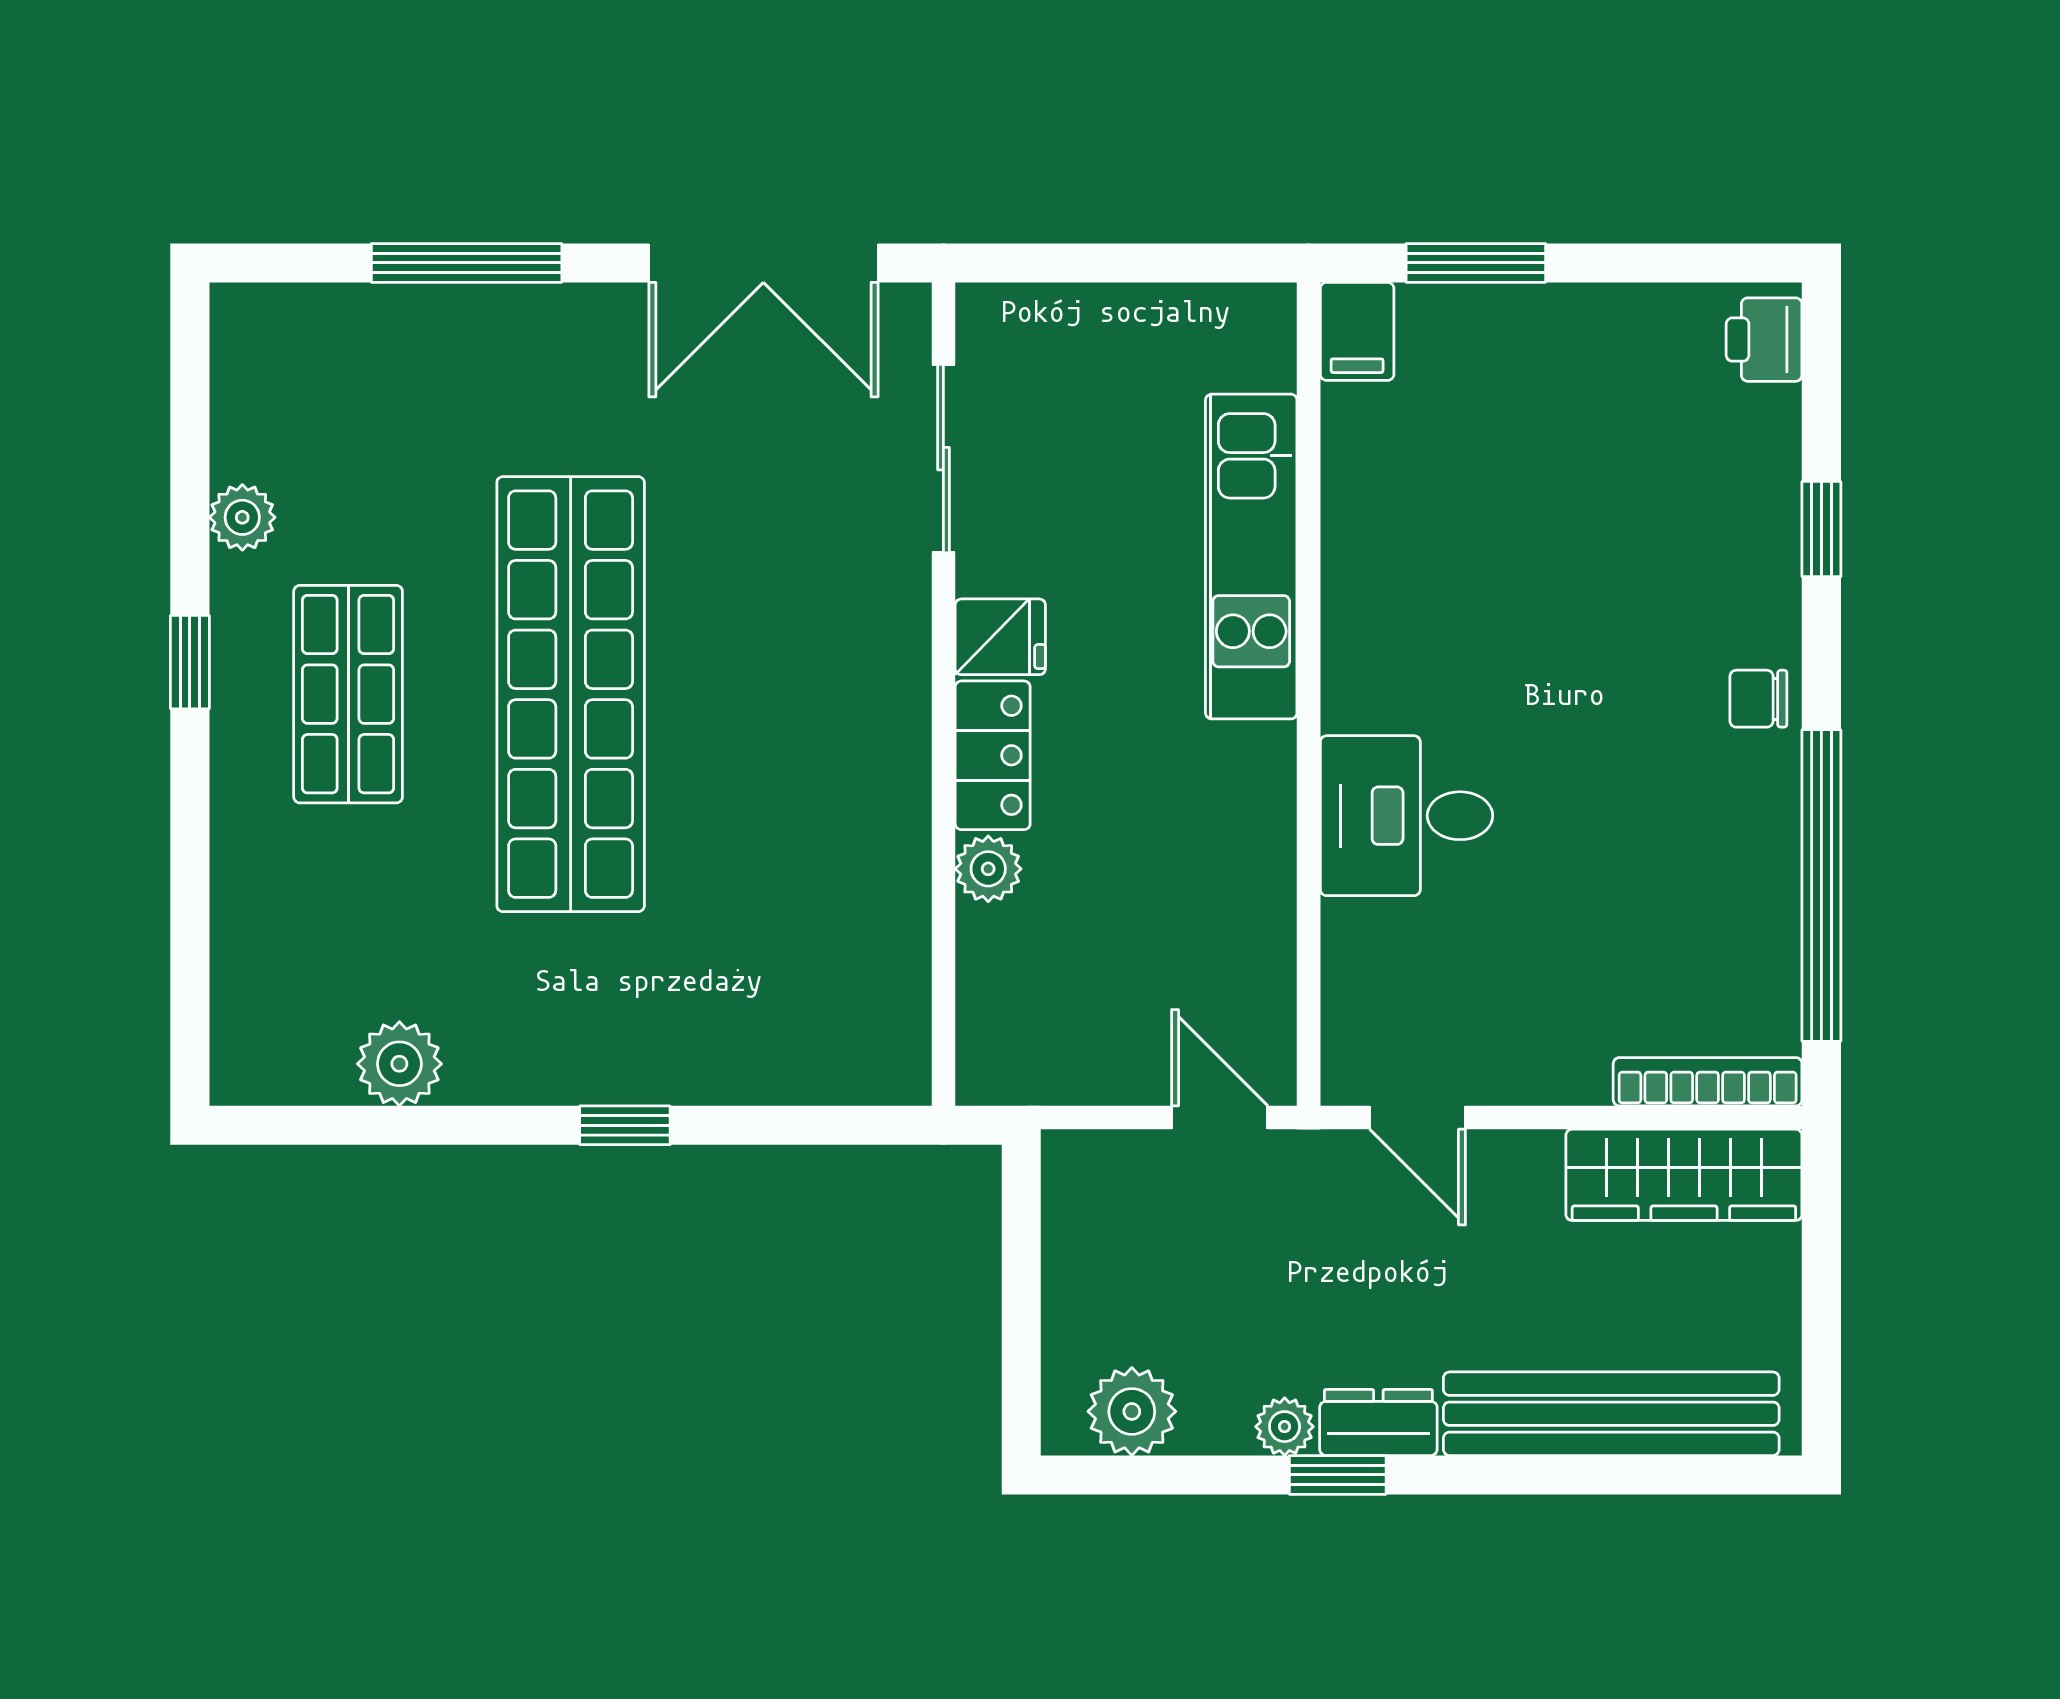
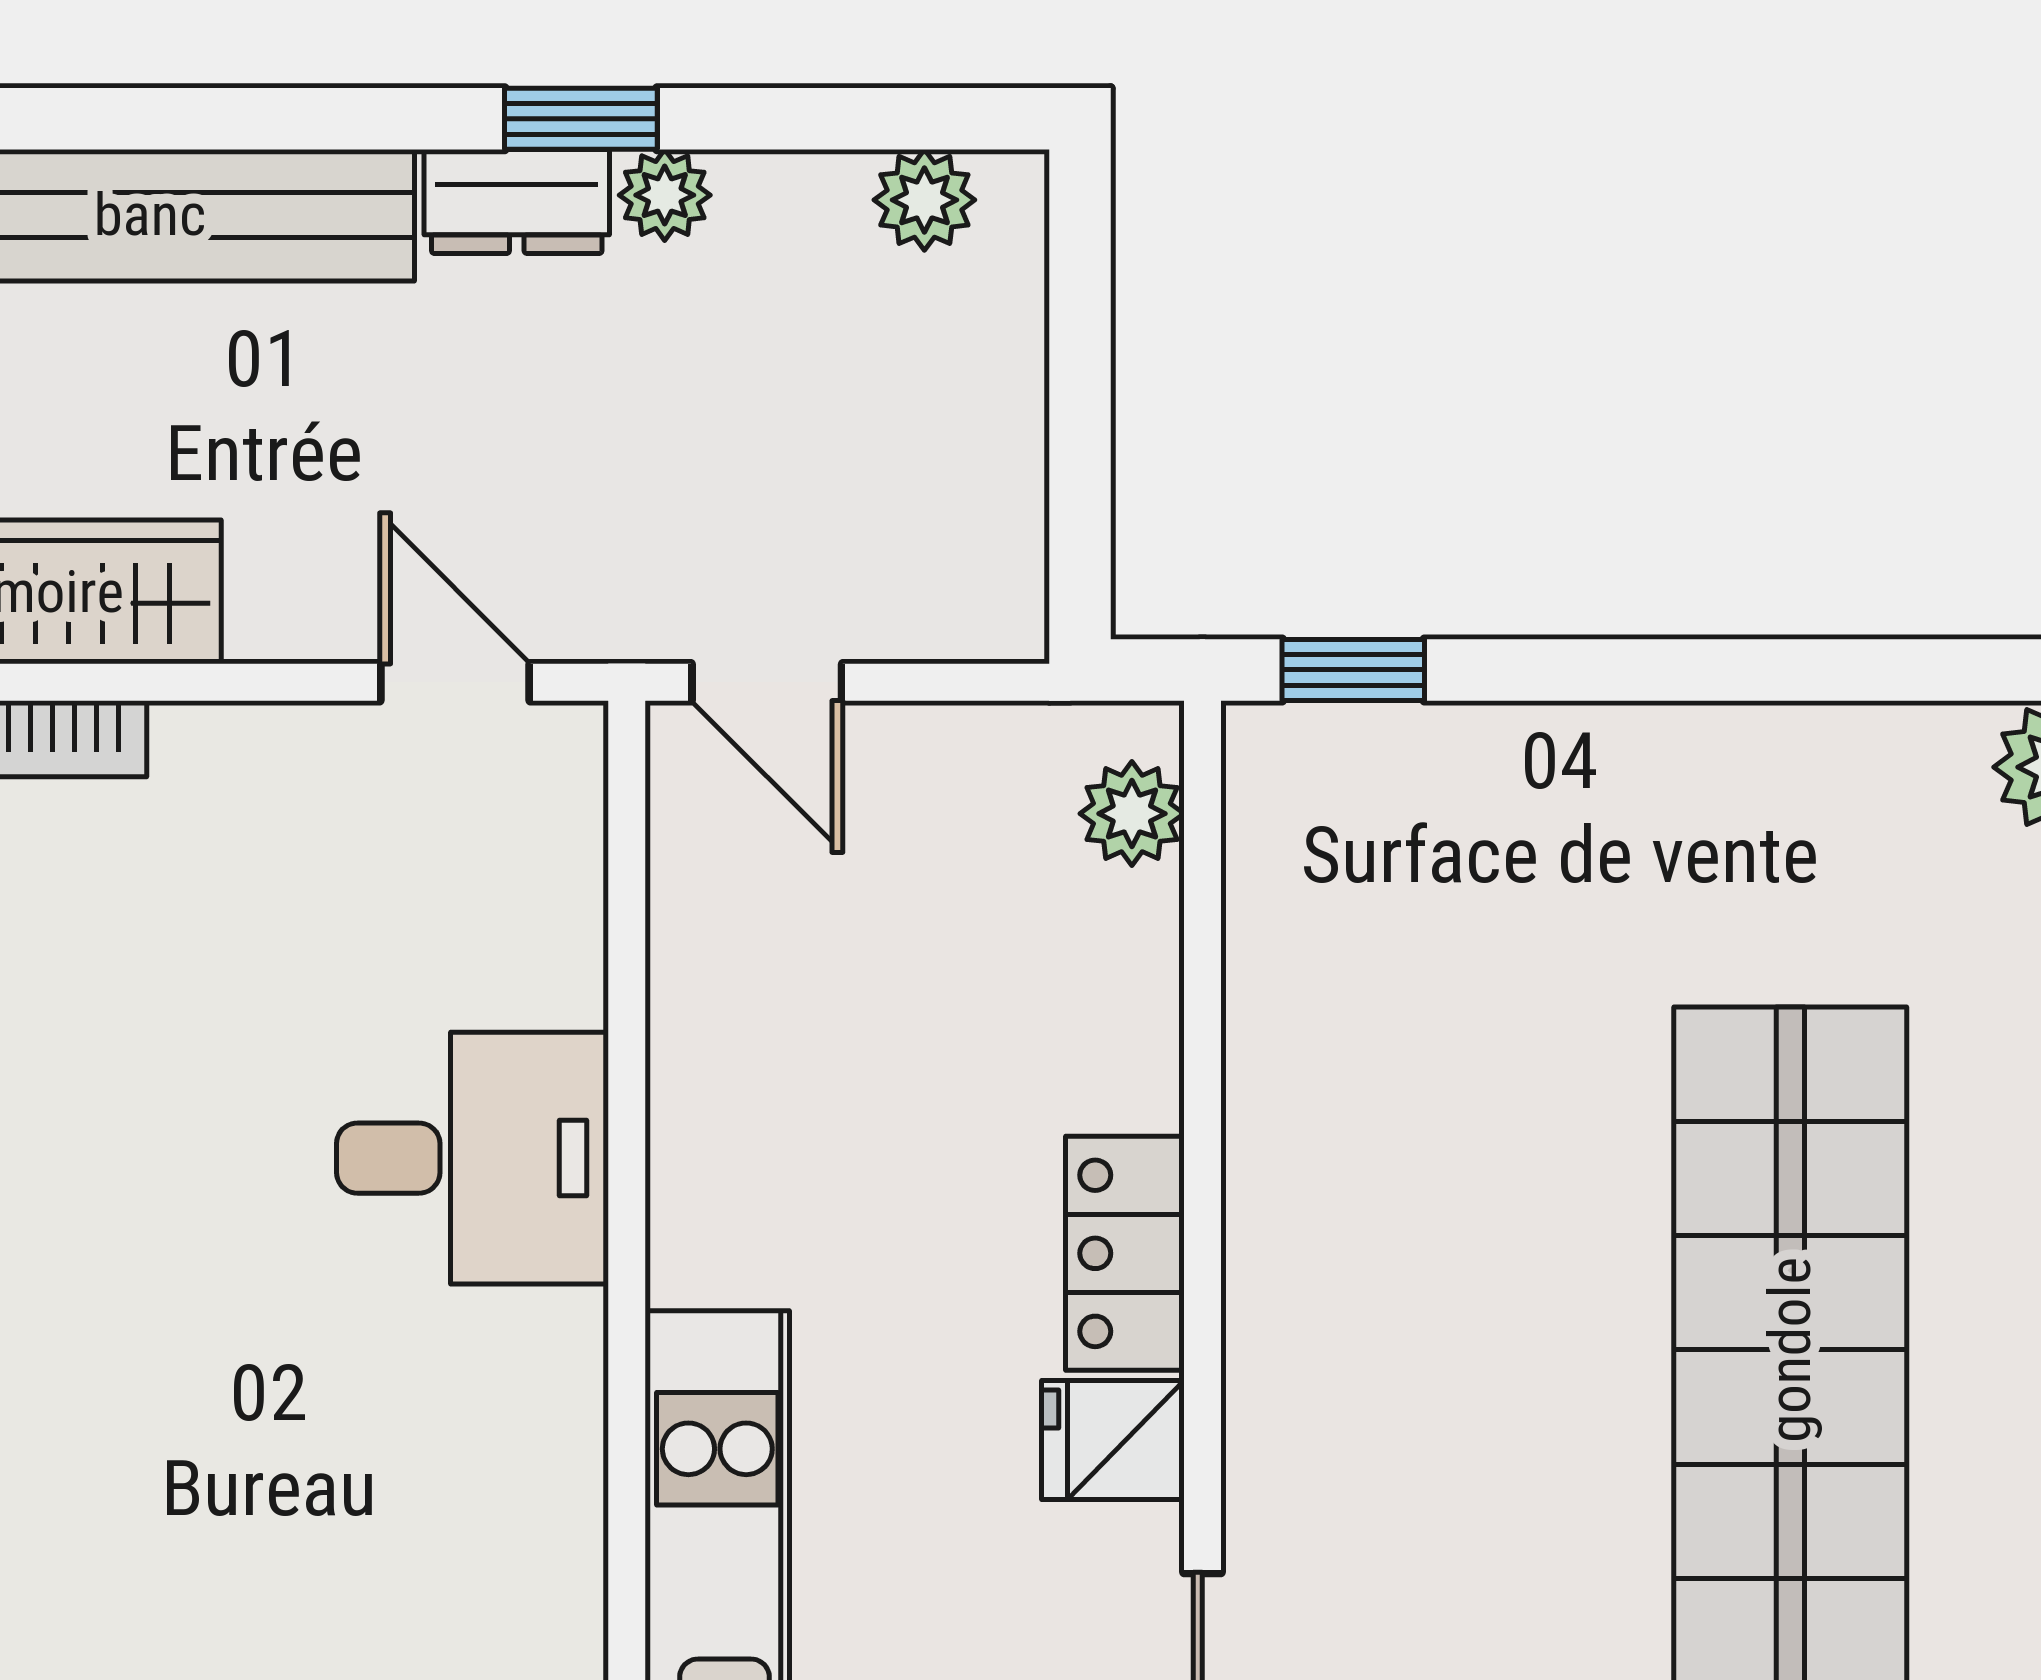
plant: (988, 869) -> (1132, 814), moved
window: (625, 1125) -> (1353, 670), moved
plant: (1132, 1411) -> (924, 200), width x0.73, depth x0.73

